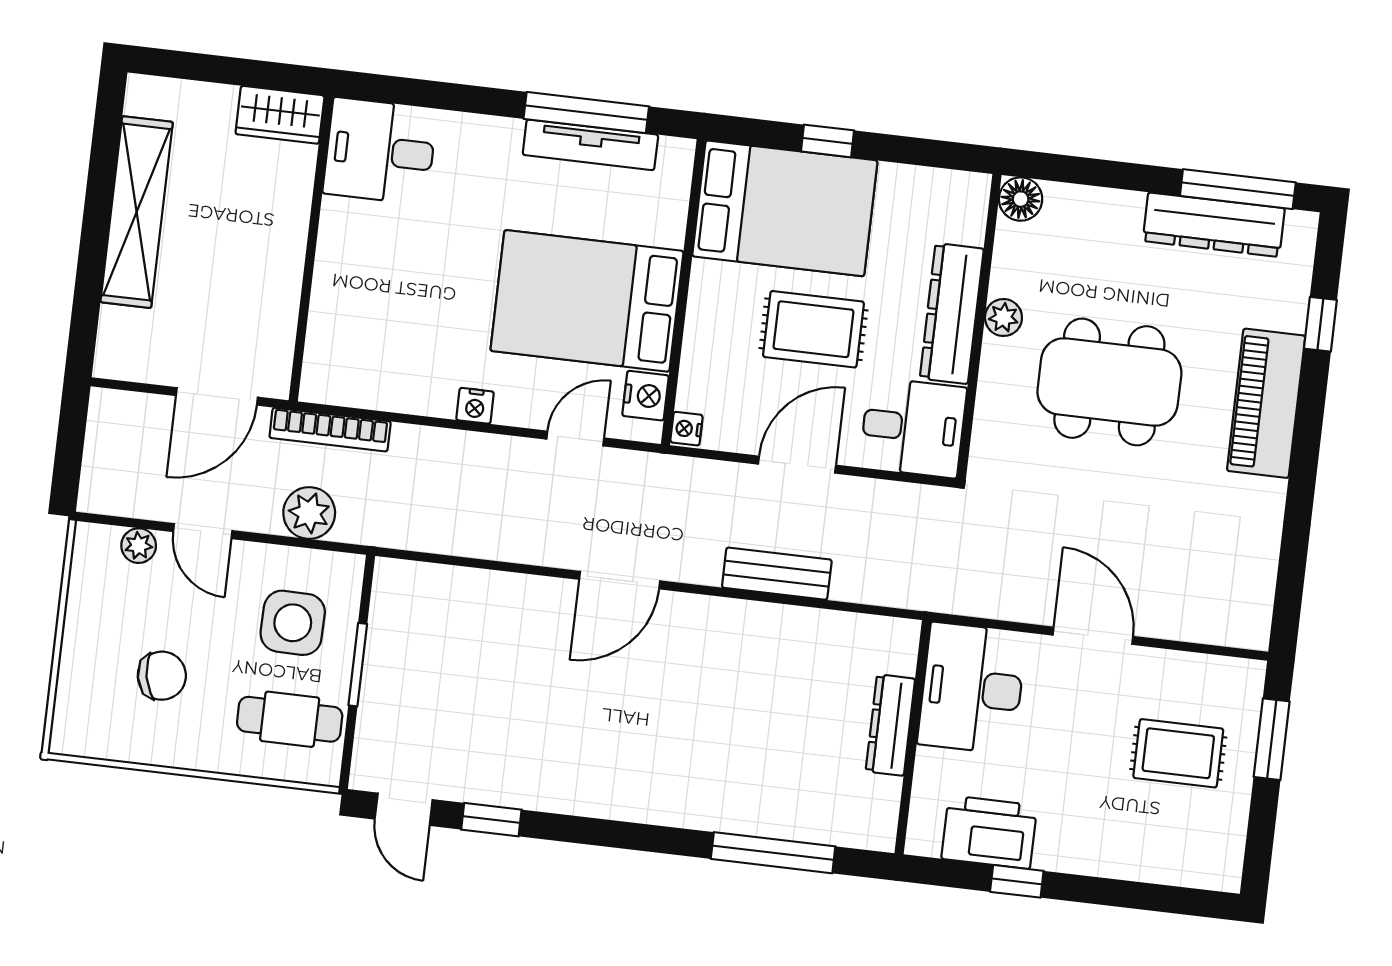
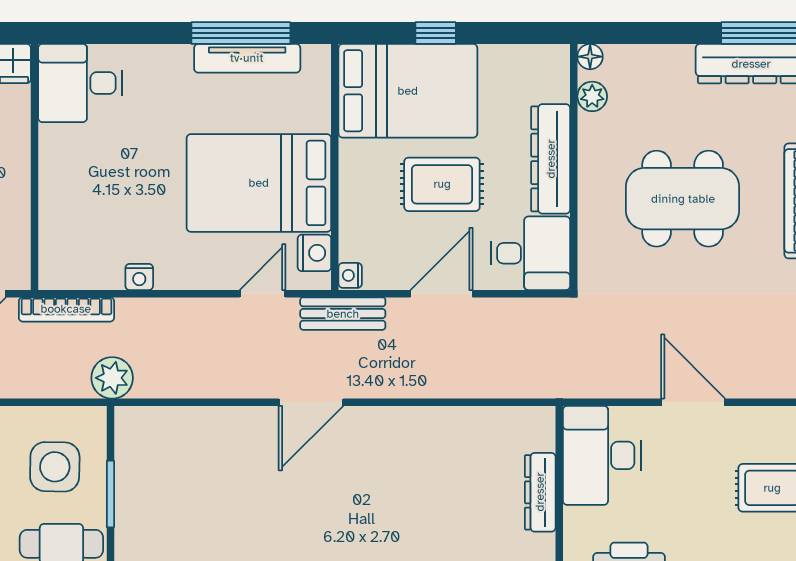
floor lamp: (1021, 199) -> (590, 57), width x0.73, depth x0.73
plant: (1003, 317) -> (592, 96), moved
nightstand: (475, 406) -> (139, 277), moved
plant: (309, 513) -> (112, 378), moved
bench: (777, 574) -> (343, 314), moved

